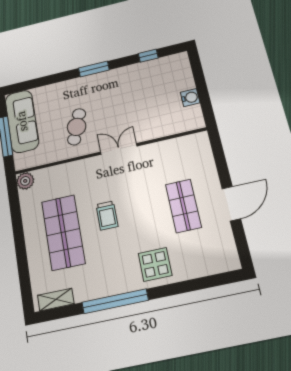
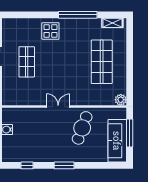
cafe table: (77, 127) -> (82, 128), width x1.37, depth x1.35
double door: (119, 149) -> (58, 107), swing flipped
trolley: (107, 216) -> (73, 66), removed

